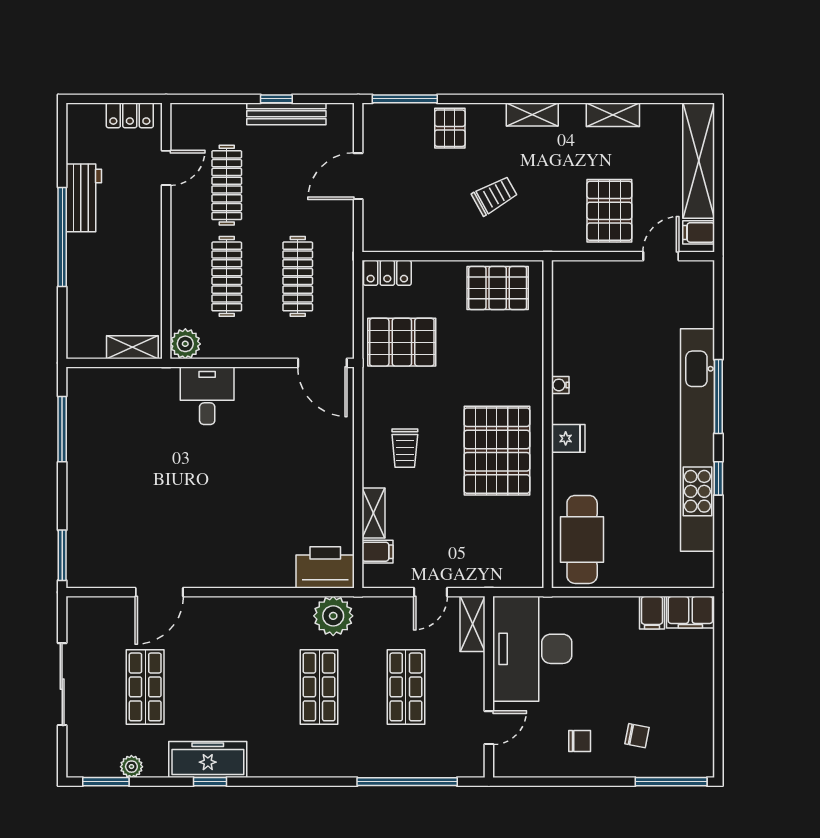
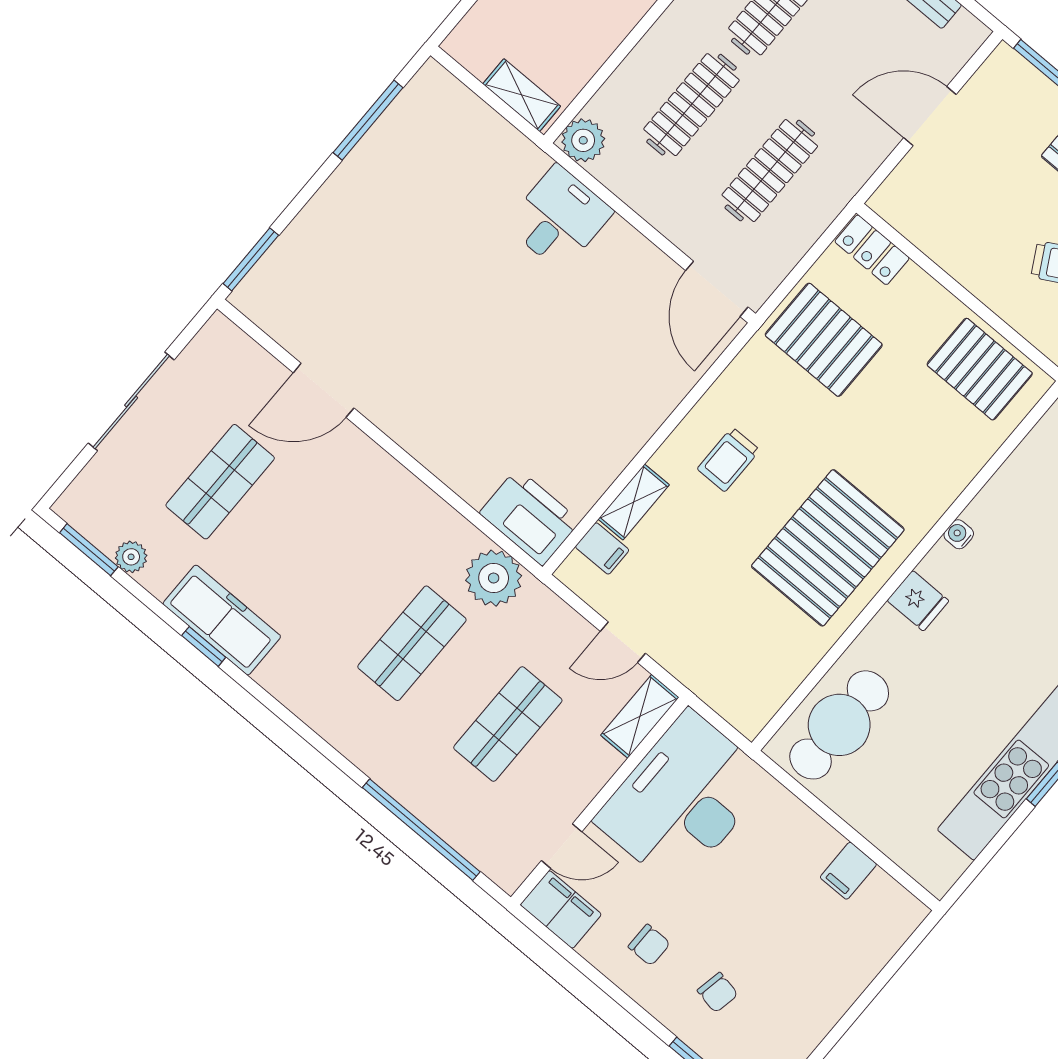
filing cabinet: (690, 612) -> (561, 910), moved, turned 180

